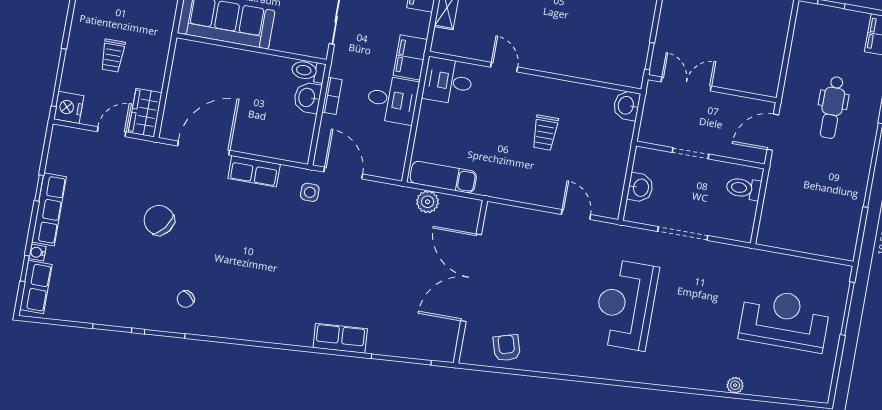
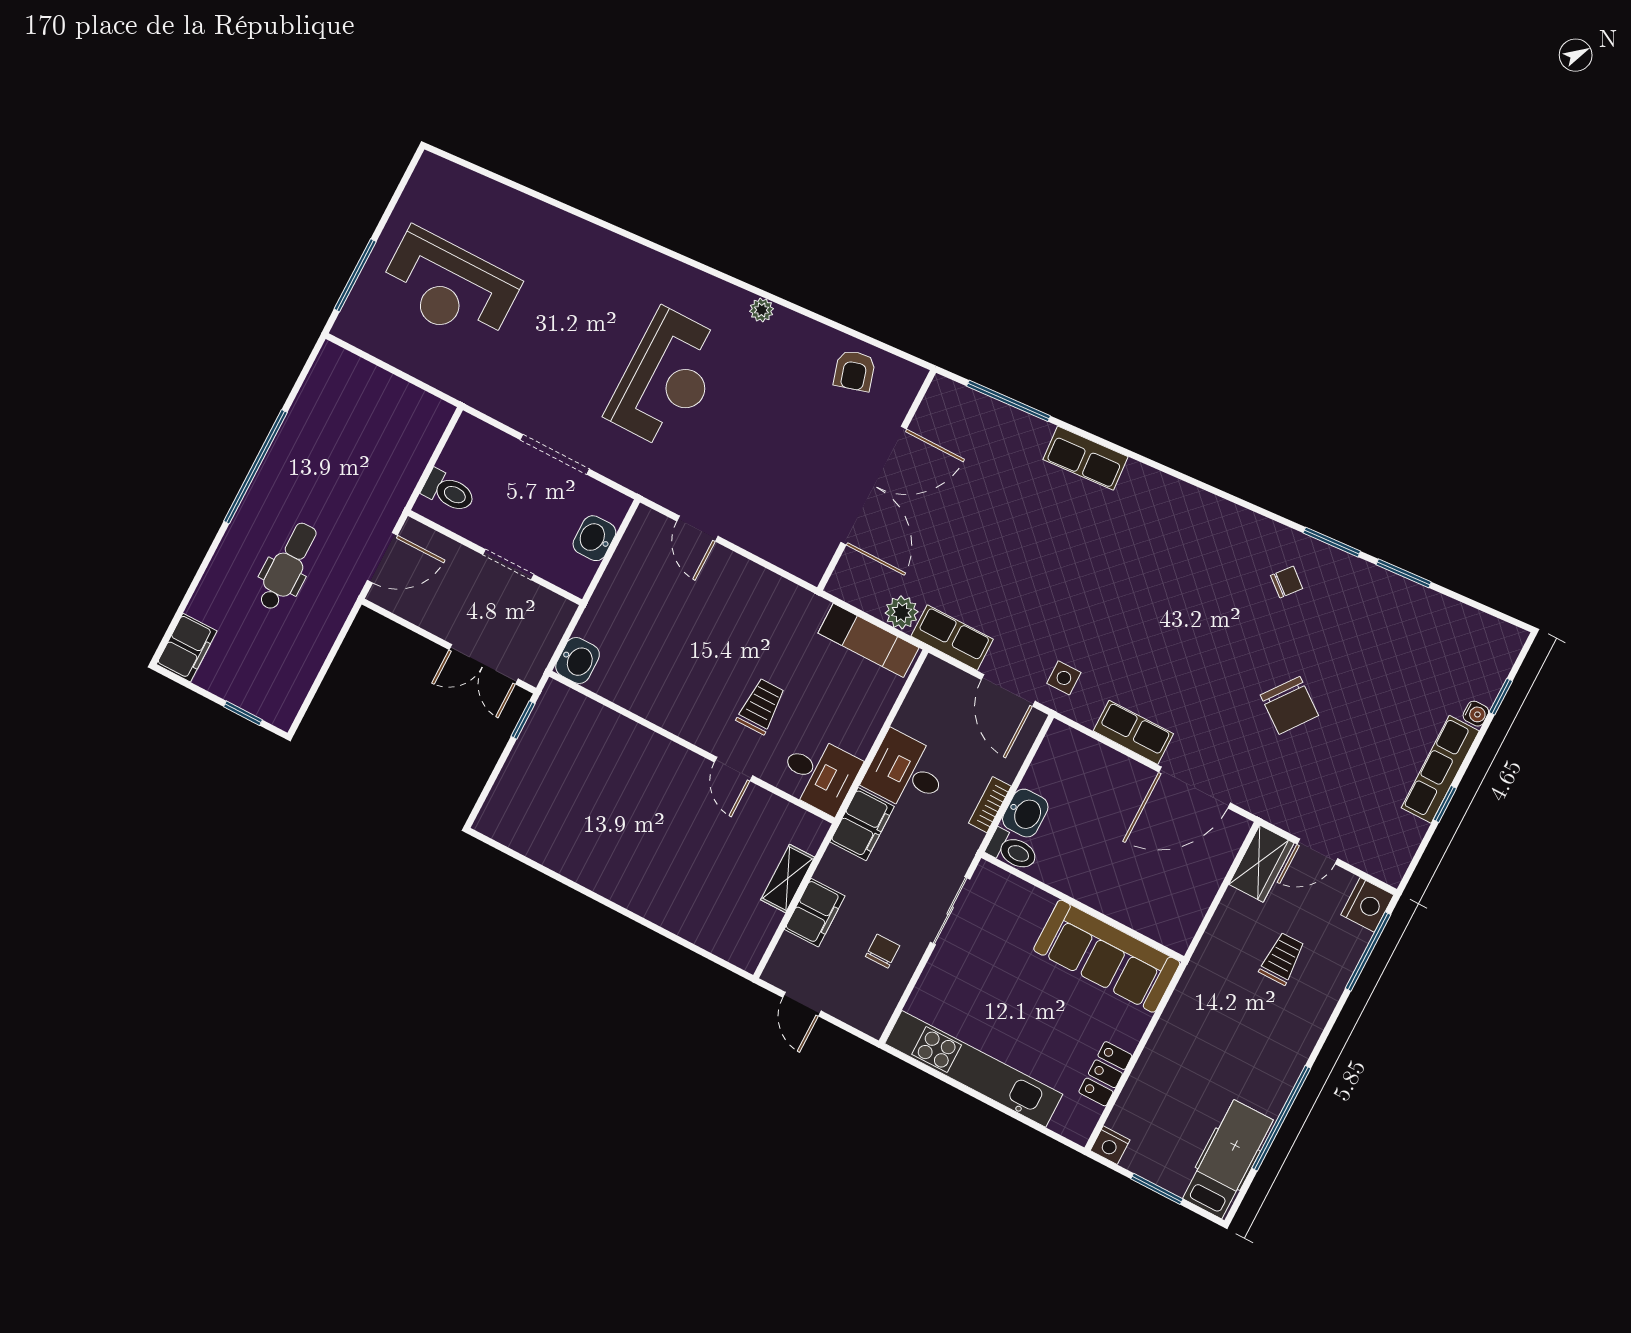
trolley: (545, 133) -> (761, 706), moved
row of seats: (36, 287) -> (952, 638), moved, turned 90
plant: (735, 385) -> (762, 310), moved

